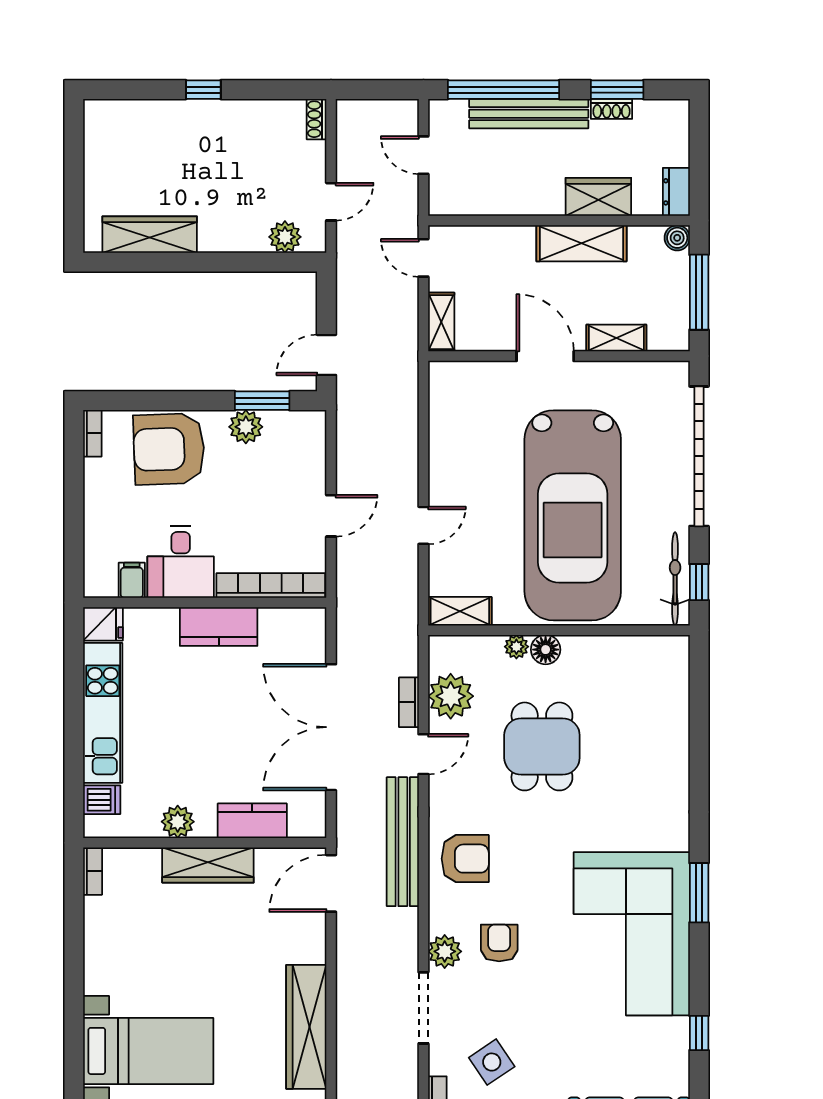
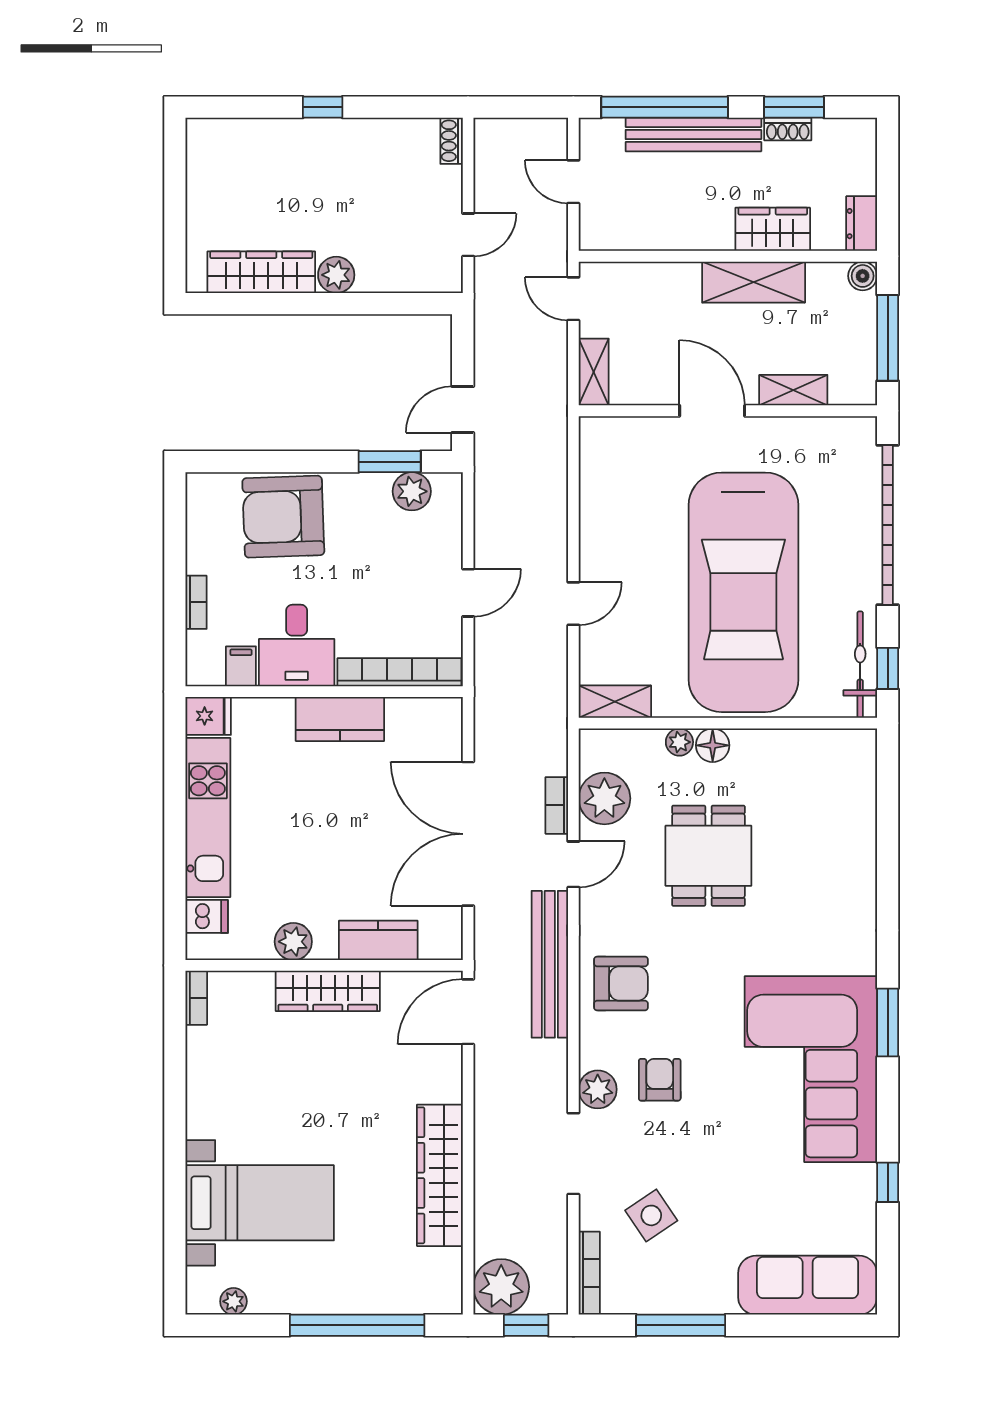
plant: (285, 237) -> (336, 275), moved
plant: (246, 427) -> (412, 491), moved
bookcase: (92, 433) -> (196, 602), moved

